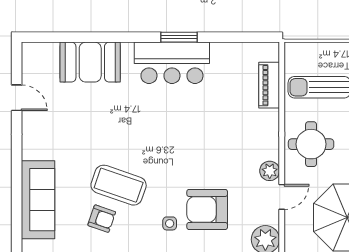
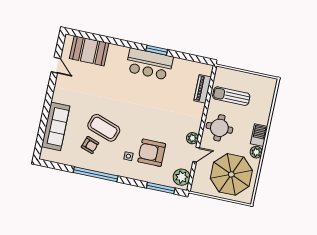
booth: (90, 62) -> (89, 51), moved

